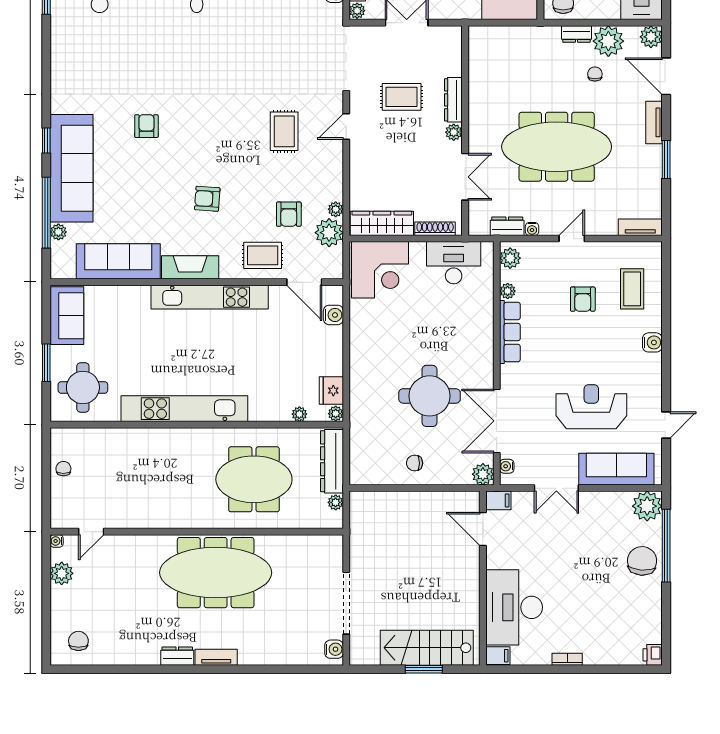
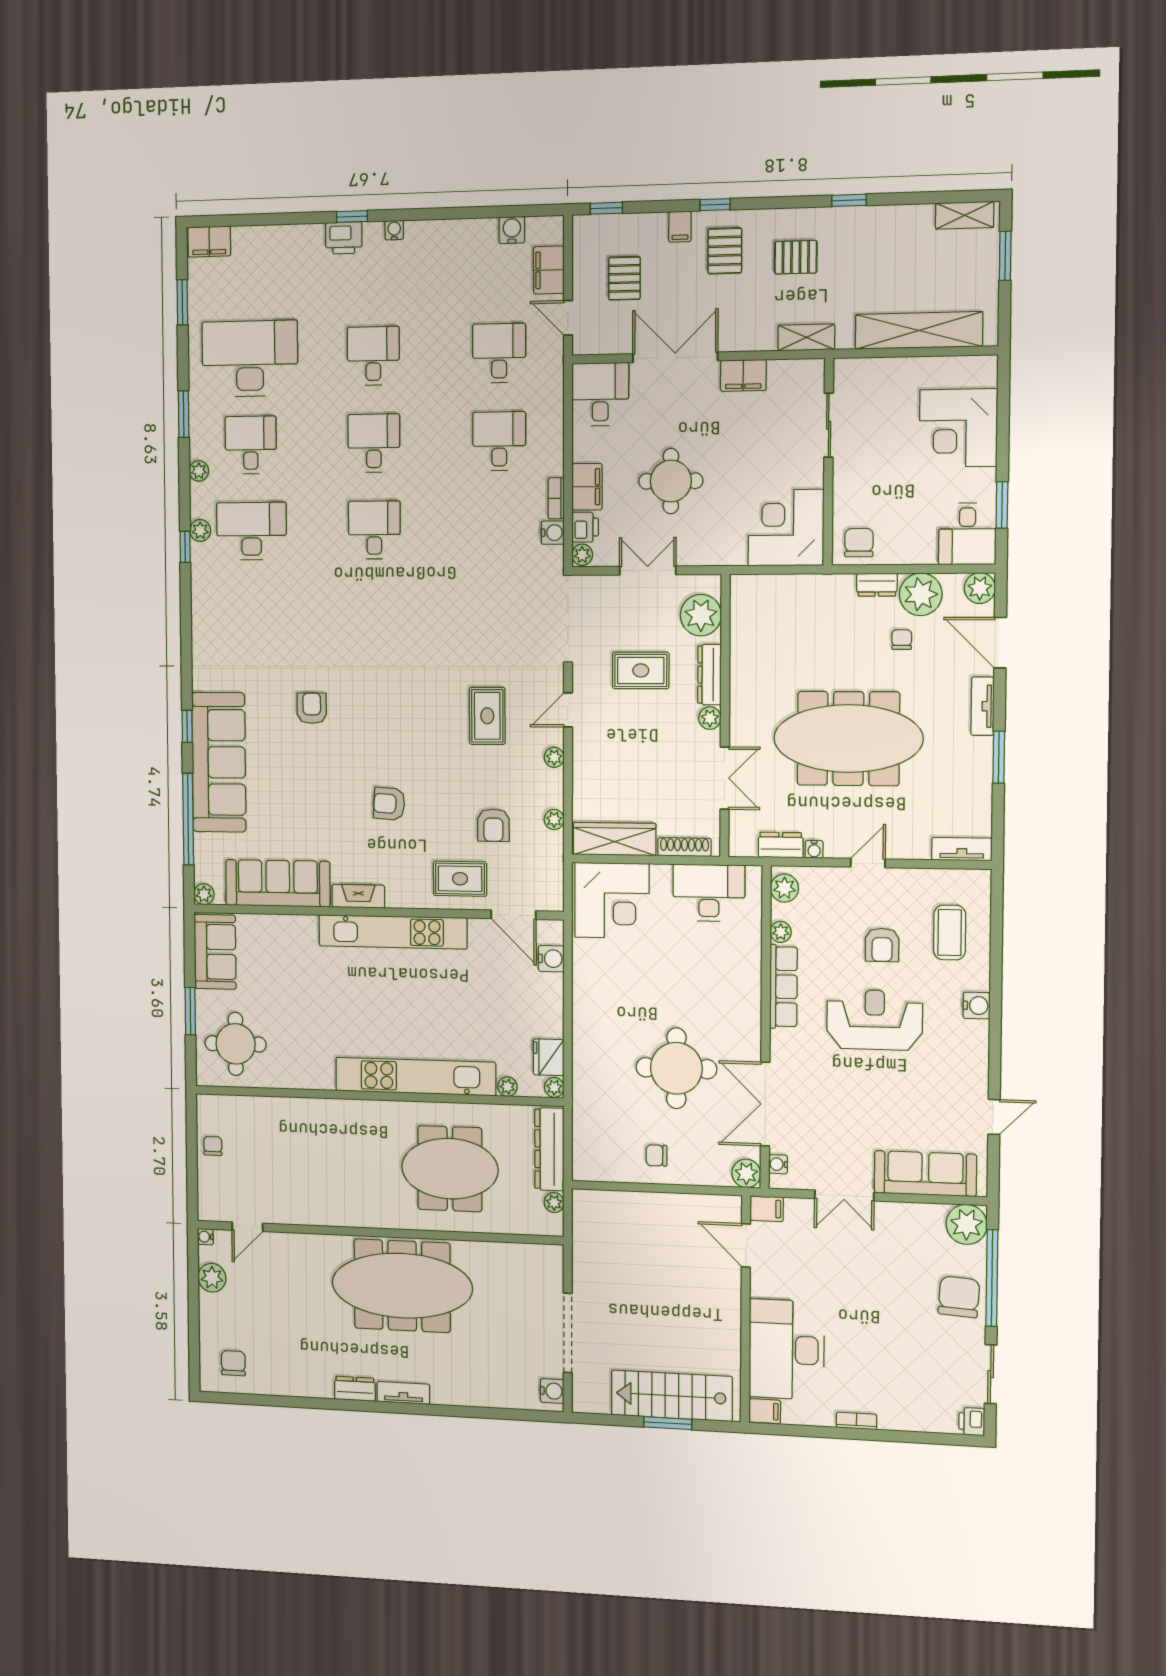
plant: (447, 56) -> (701, 615), added
plant: (58, 232) -> (204, 894), moved
plant: (329, 233) -> (554, 757), moved, width x0.53, depth x0.53
fireplace: (190, 267) -> (358, 896), width x0.73, depth x0.76
reception desk: (591, 407) -> (875, 1020), moved
kitchen unit: (184, 409) -> (415, 1077), moved
sliding door: (666, 618) -> (991, 1374), added

